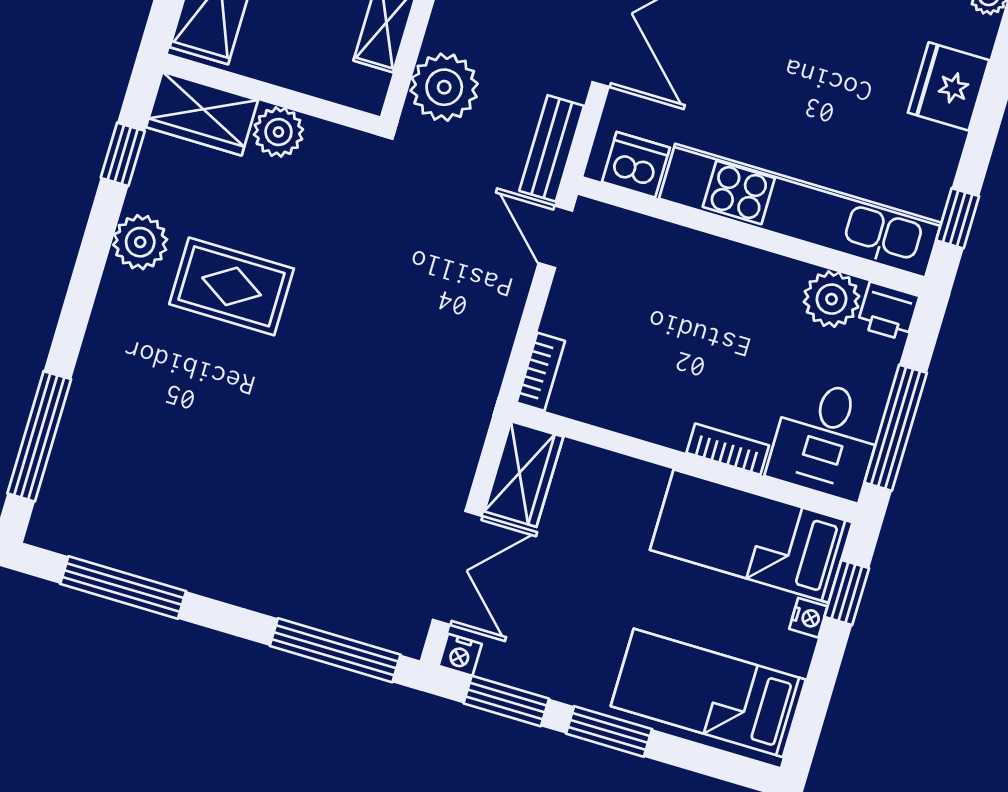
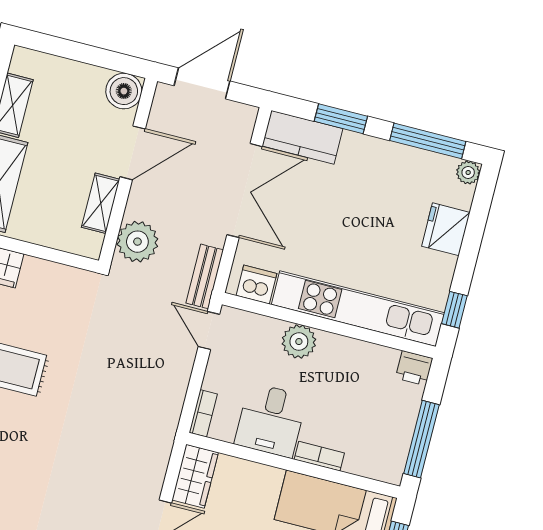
plant: (278, 132) -> (37, 273), removed
plant: (831, 299) -> (299, 342), moved
desk: (826, 439) -> (271, 420), moved

